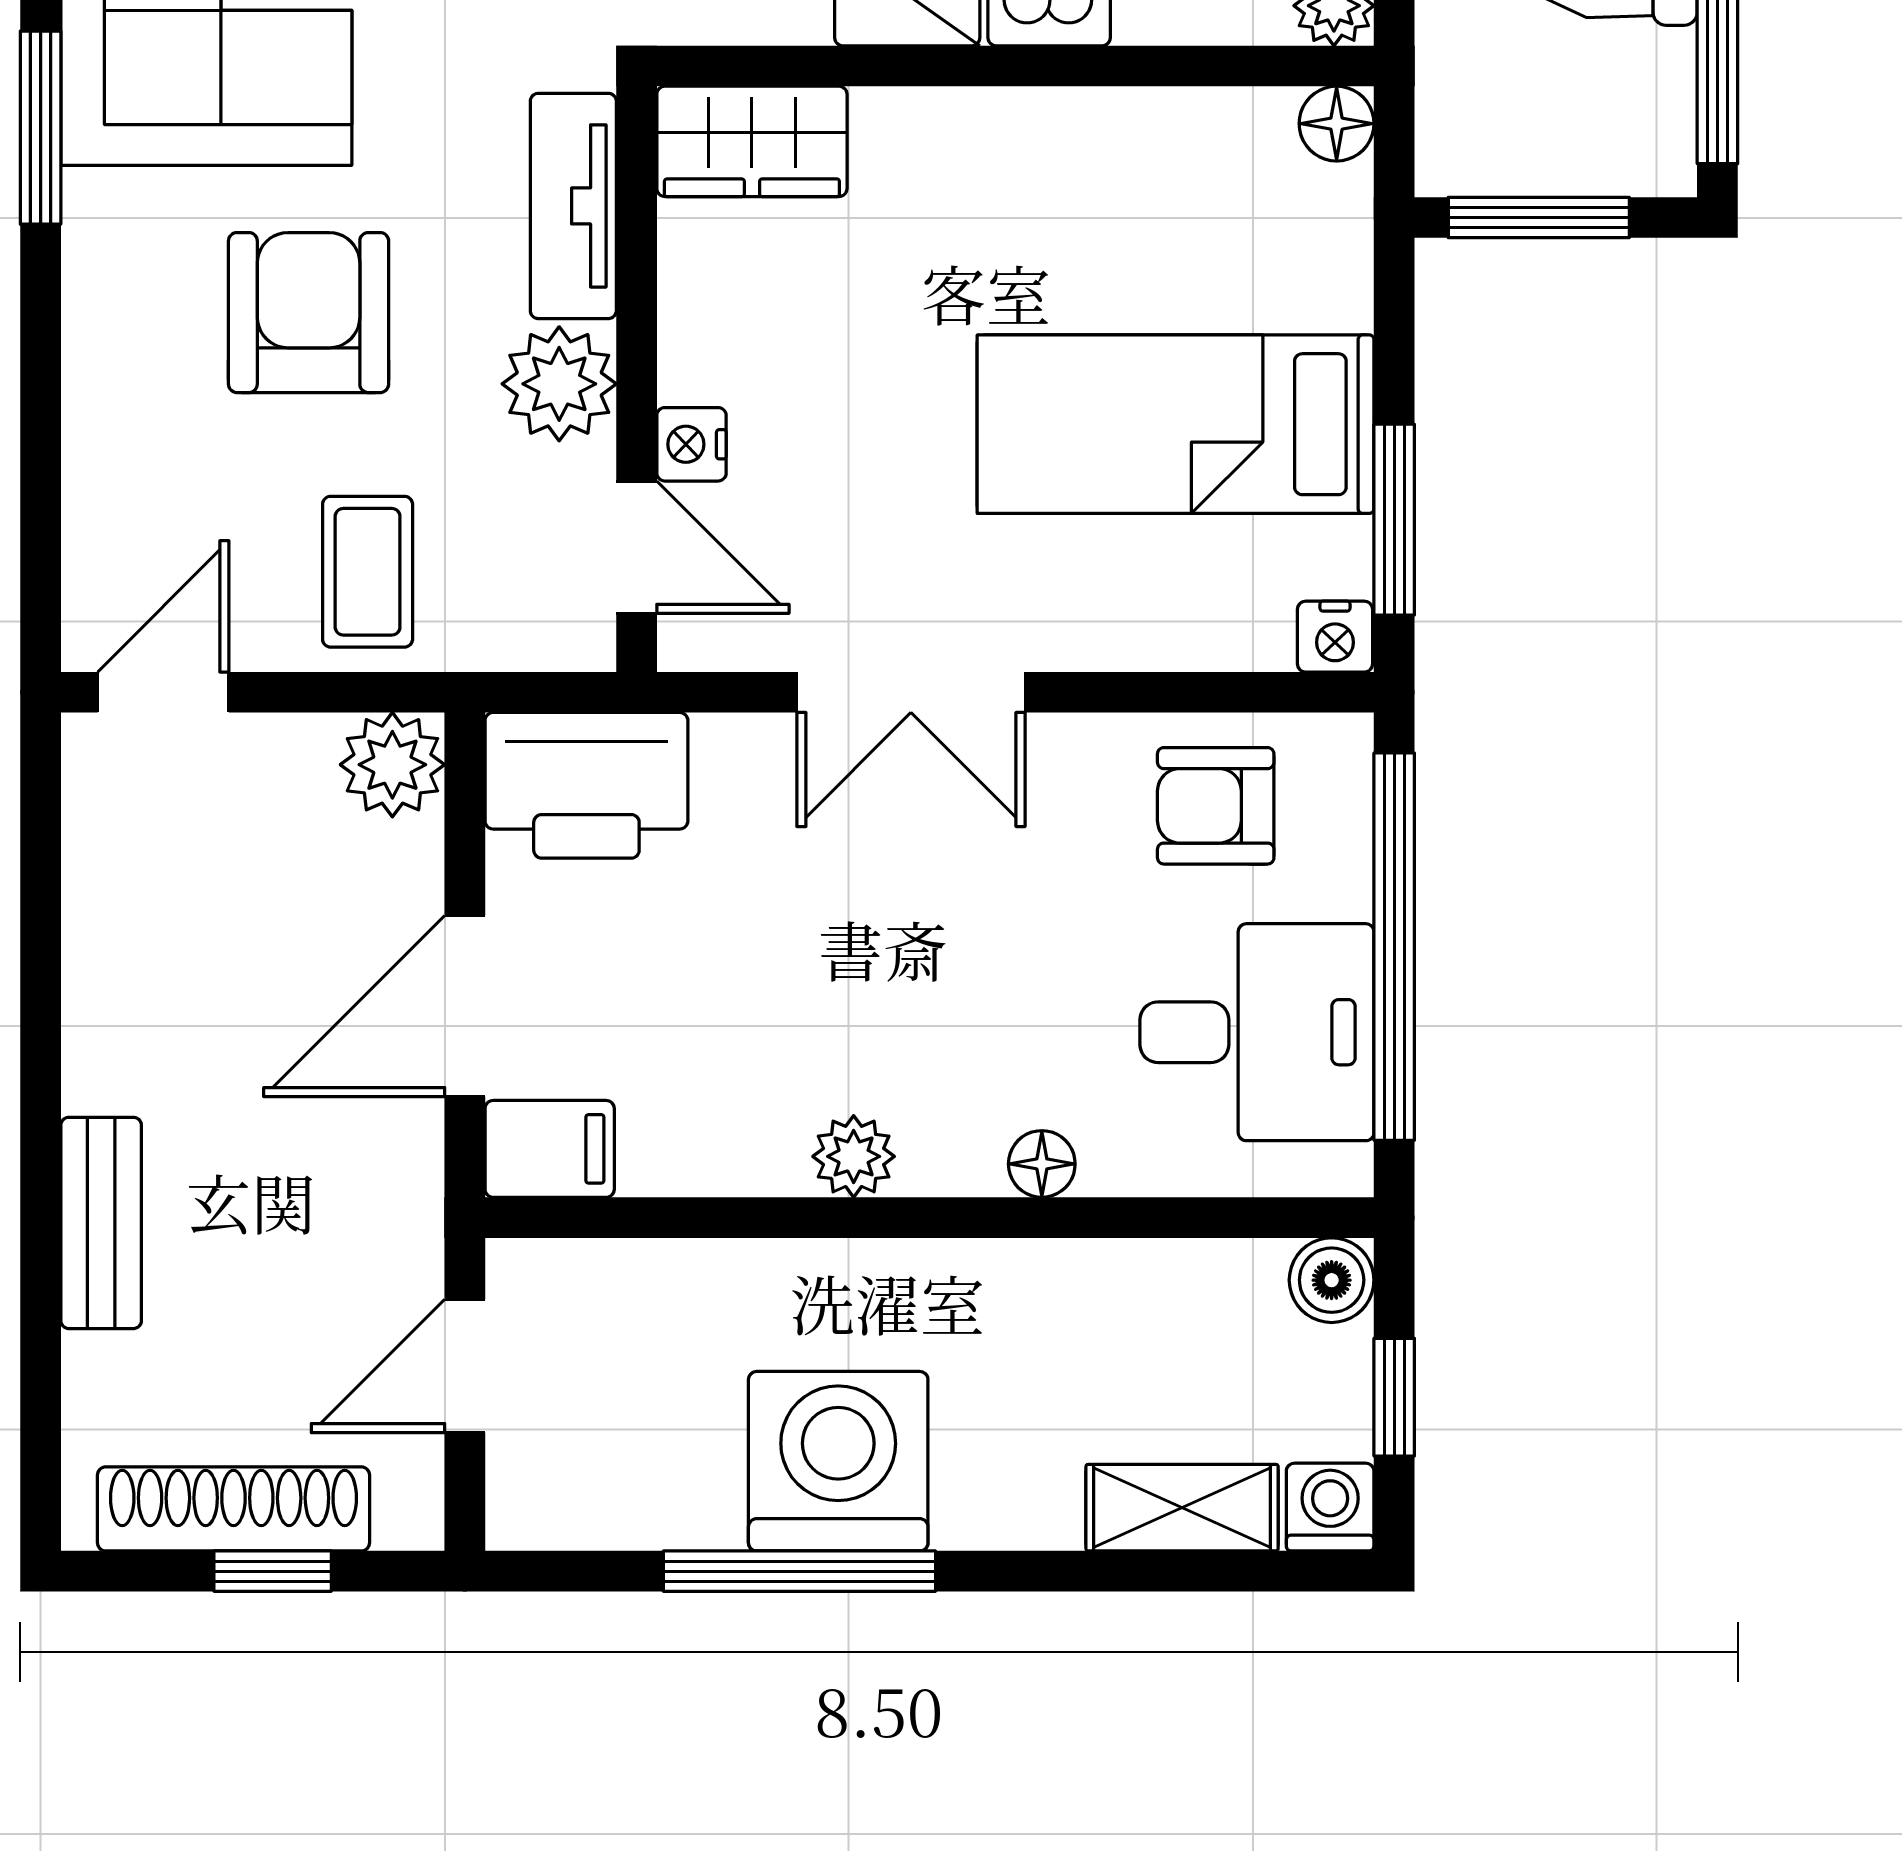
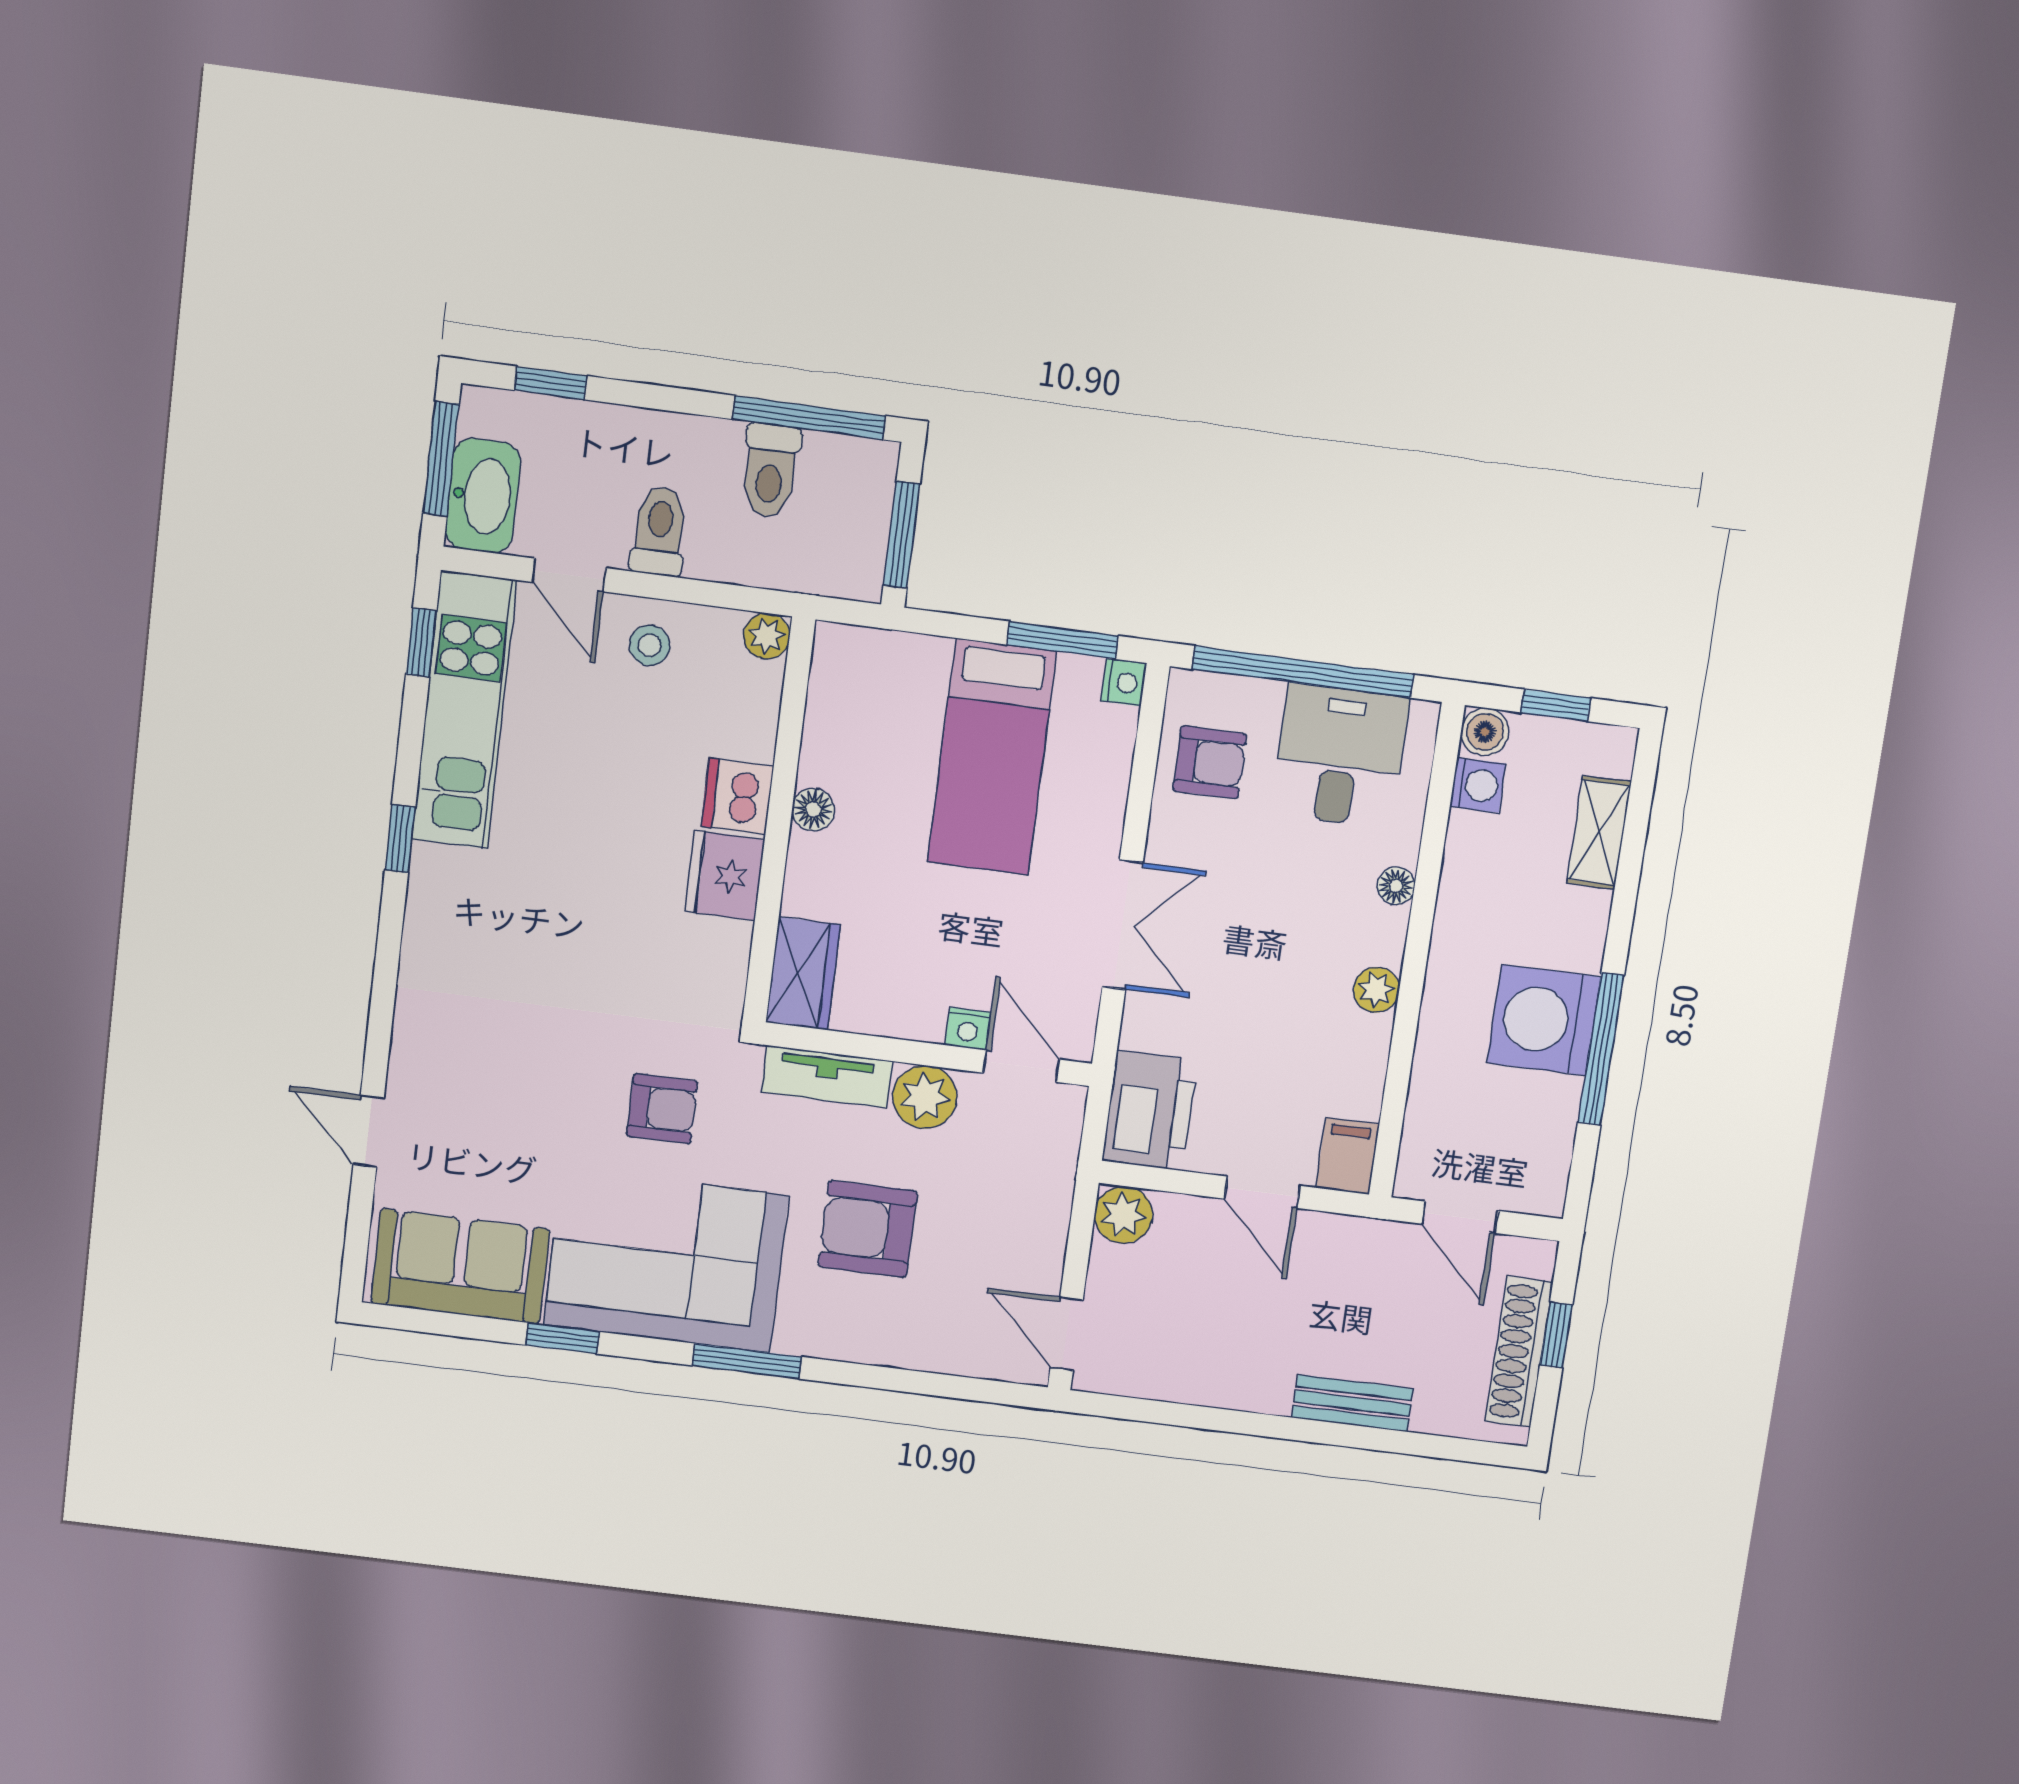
floor lamp: (1337, 124) -> (813, 809), moved
door: (637, 547) -> (1021, 1066), hinge flipped
coffee table: (368, 572) -> (1015, 1215), removed
armchair: (1216, 806) -> (1210, 762), turned -90
door: (465, 1006) -> (1262, 1192), width x0.73
washing machine: (1330, 1507) -> (1478, 785), moved, turned 180

